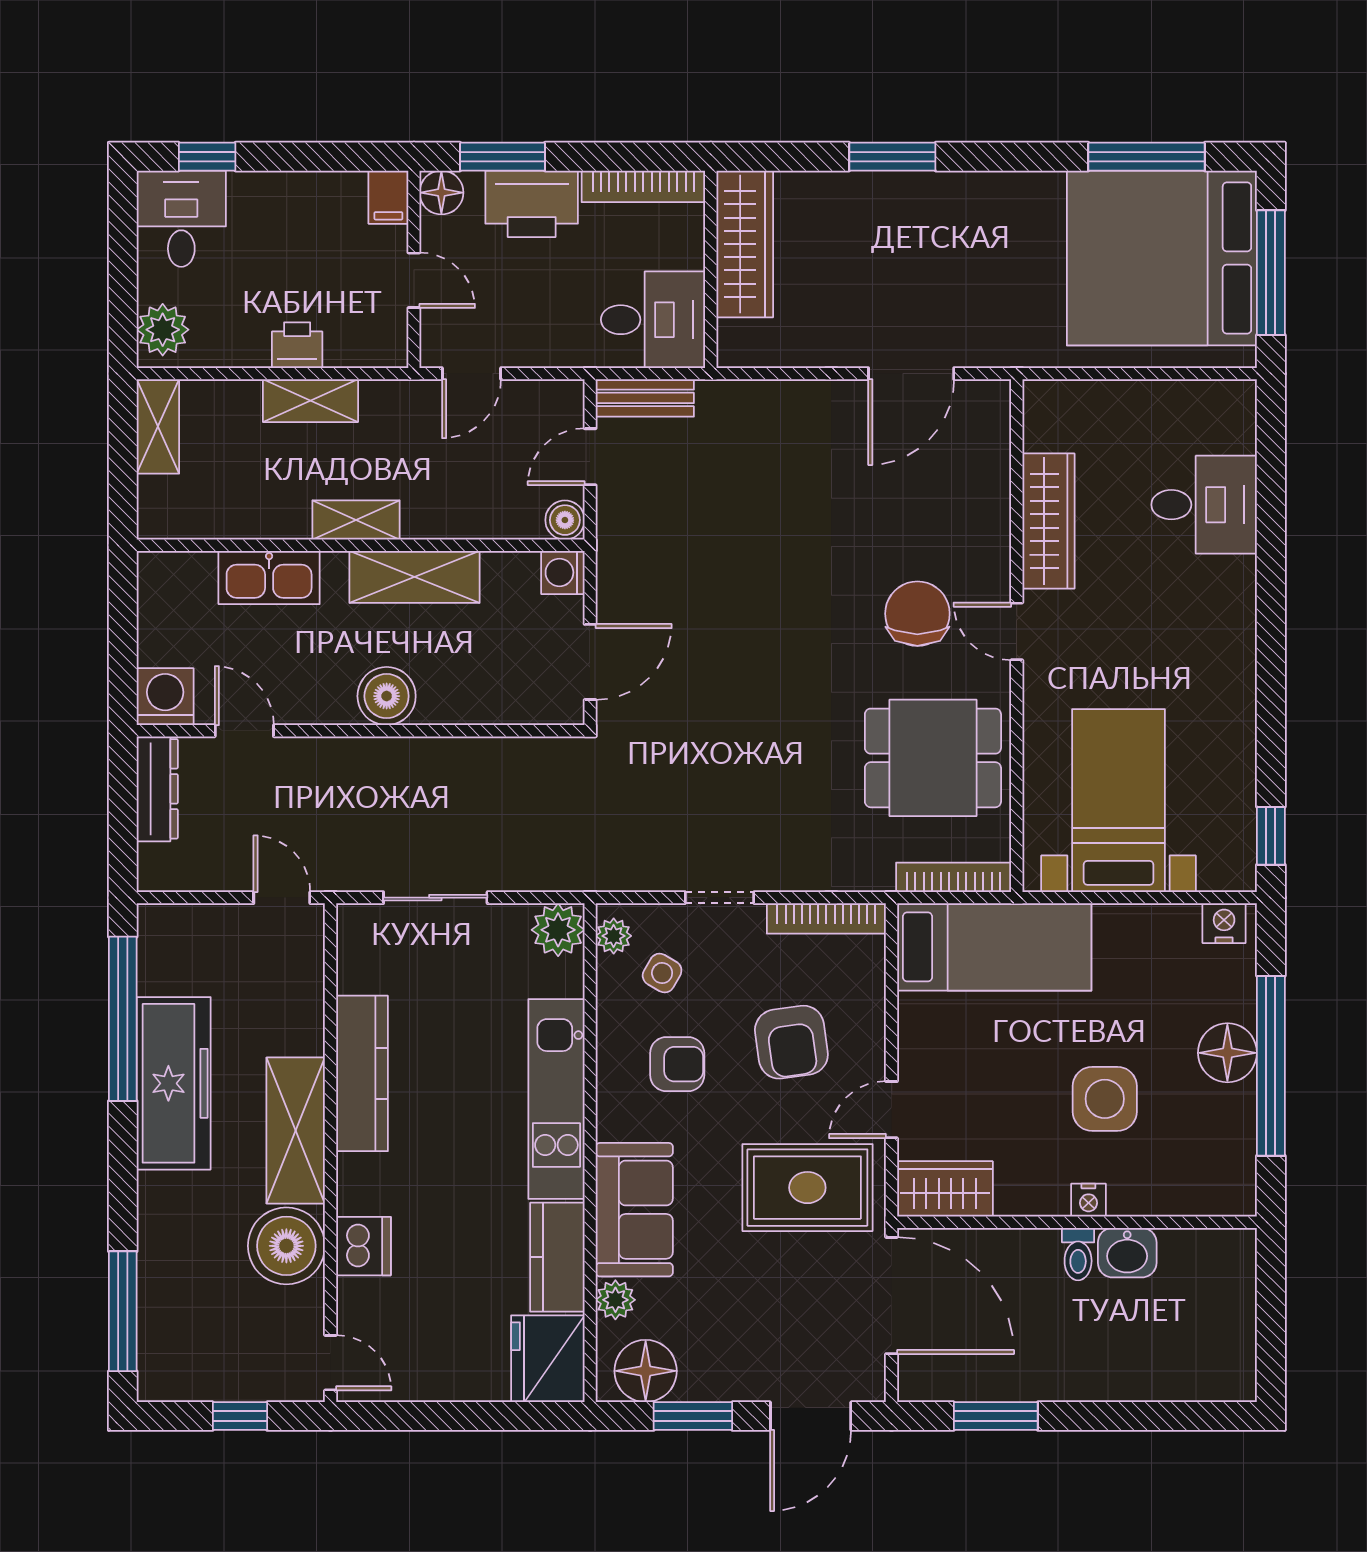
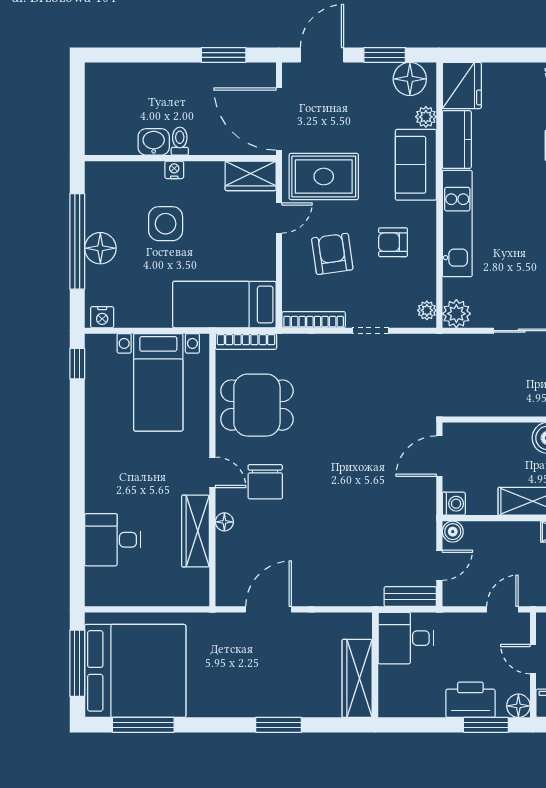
bookcase: (643, 186) -> (411, 709), removed
floor lamp: (994, 538) -> (224, 522), added
side table: (662, 973) -> (401, 291), removed

